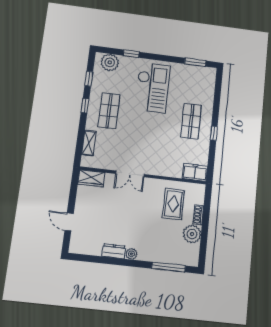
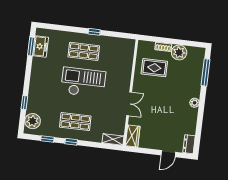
checkout: (153, 88) -> (83, 82), moved
shelving: (89, 143) -> (113, 139), moved
freezer: (195, 172) -> (41, 46), moved, turned 180
dresser: (114, 251) -> (189, 144), moved

